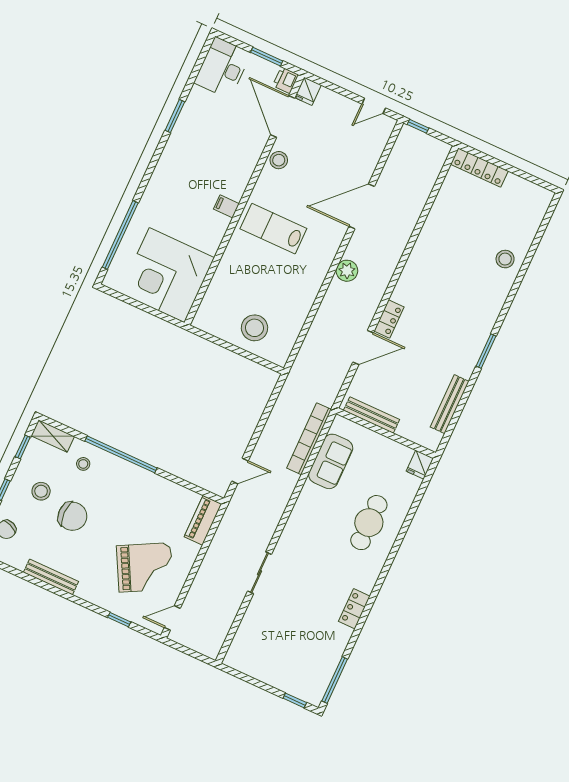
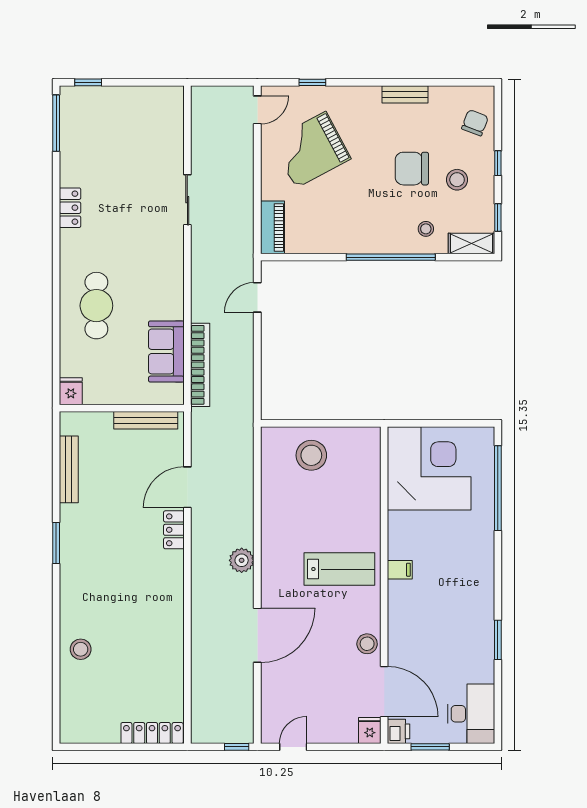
bench: (51, 577) -> (405, 94), width x0.73

